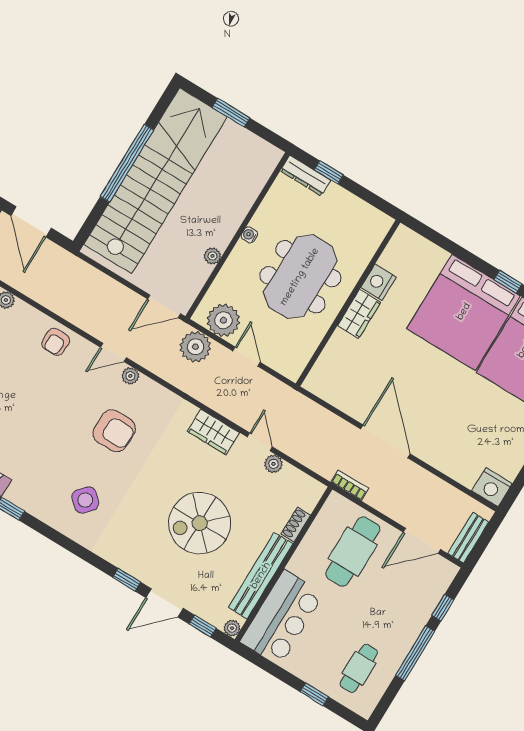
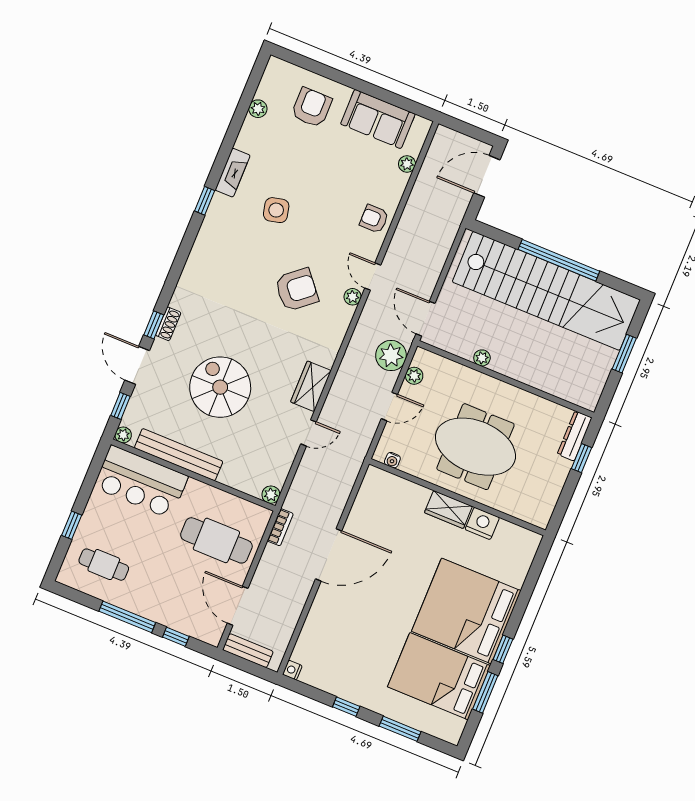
water cooler: (249, 235) -> (392, 460), moved, turned 180
plant: (223, 320) -> (414, 376), width x0.53, depth x0.53
armchair: (114, 431) -> (297, 290), turned -130
plant: (273, 464) -> (271, 495), moved
nightstand: (492, 487) -> (292, 670), width x0.53, depth x0.56
side table: (85, 500) -> (276, 210), moved, turned 35
shoe rack: (296, 525) -> (168, 324), moved, turned 90

